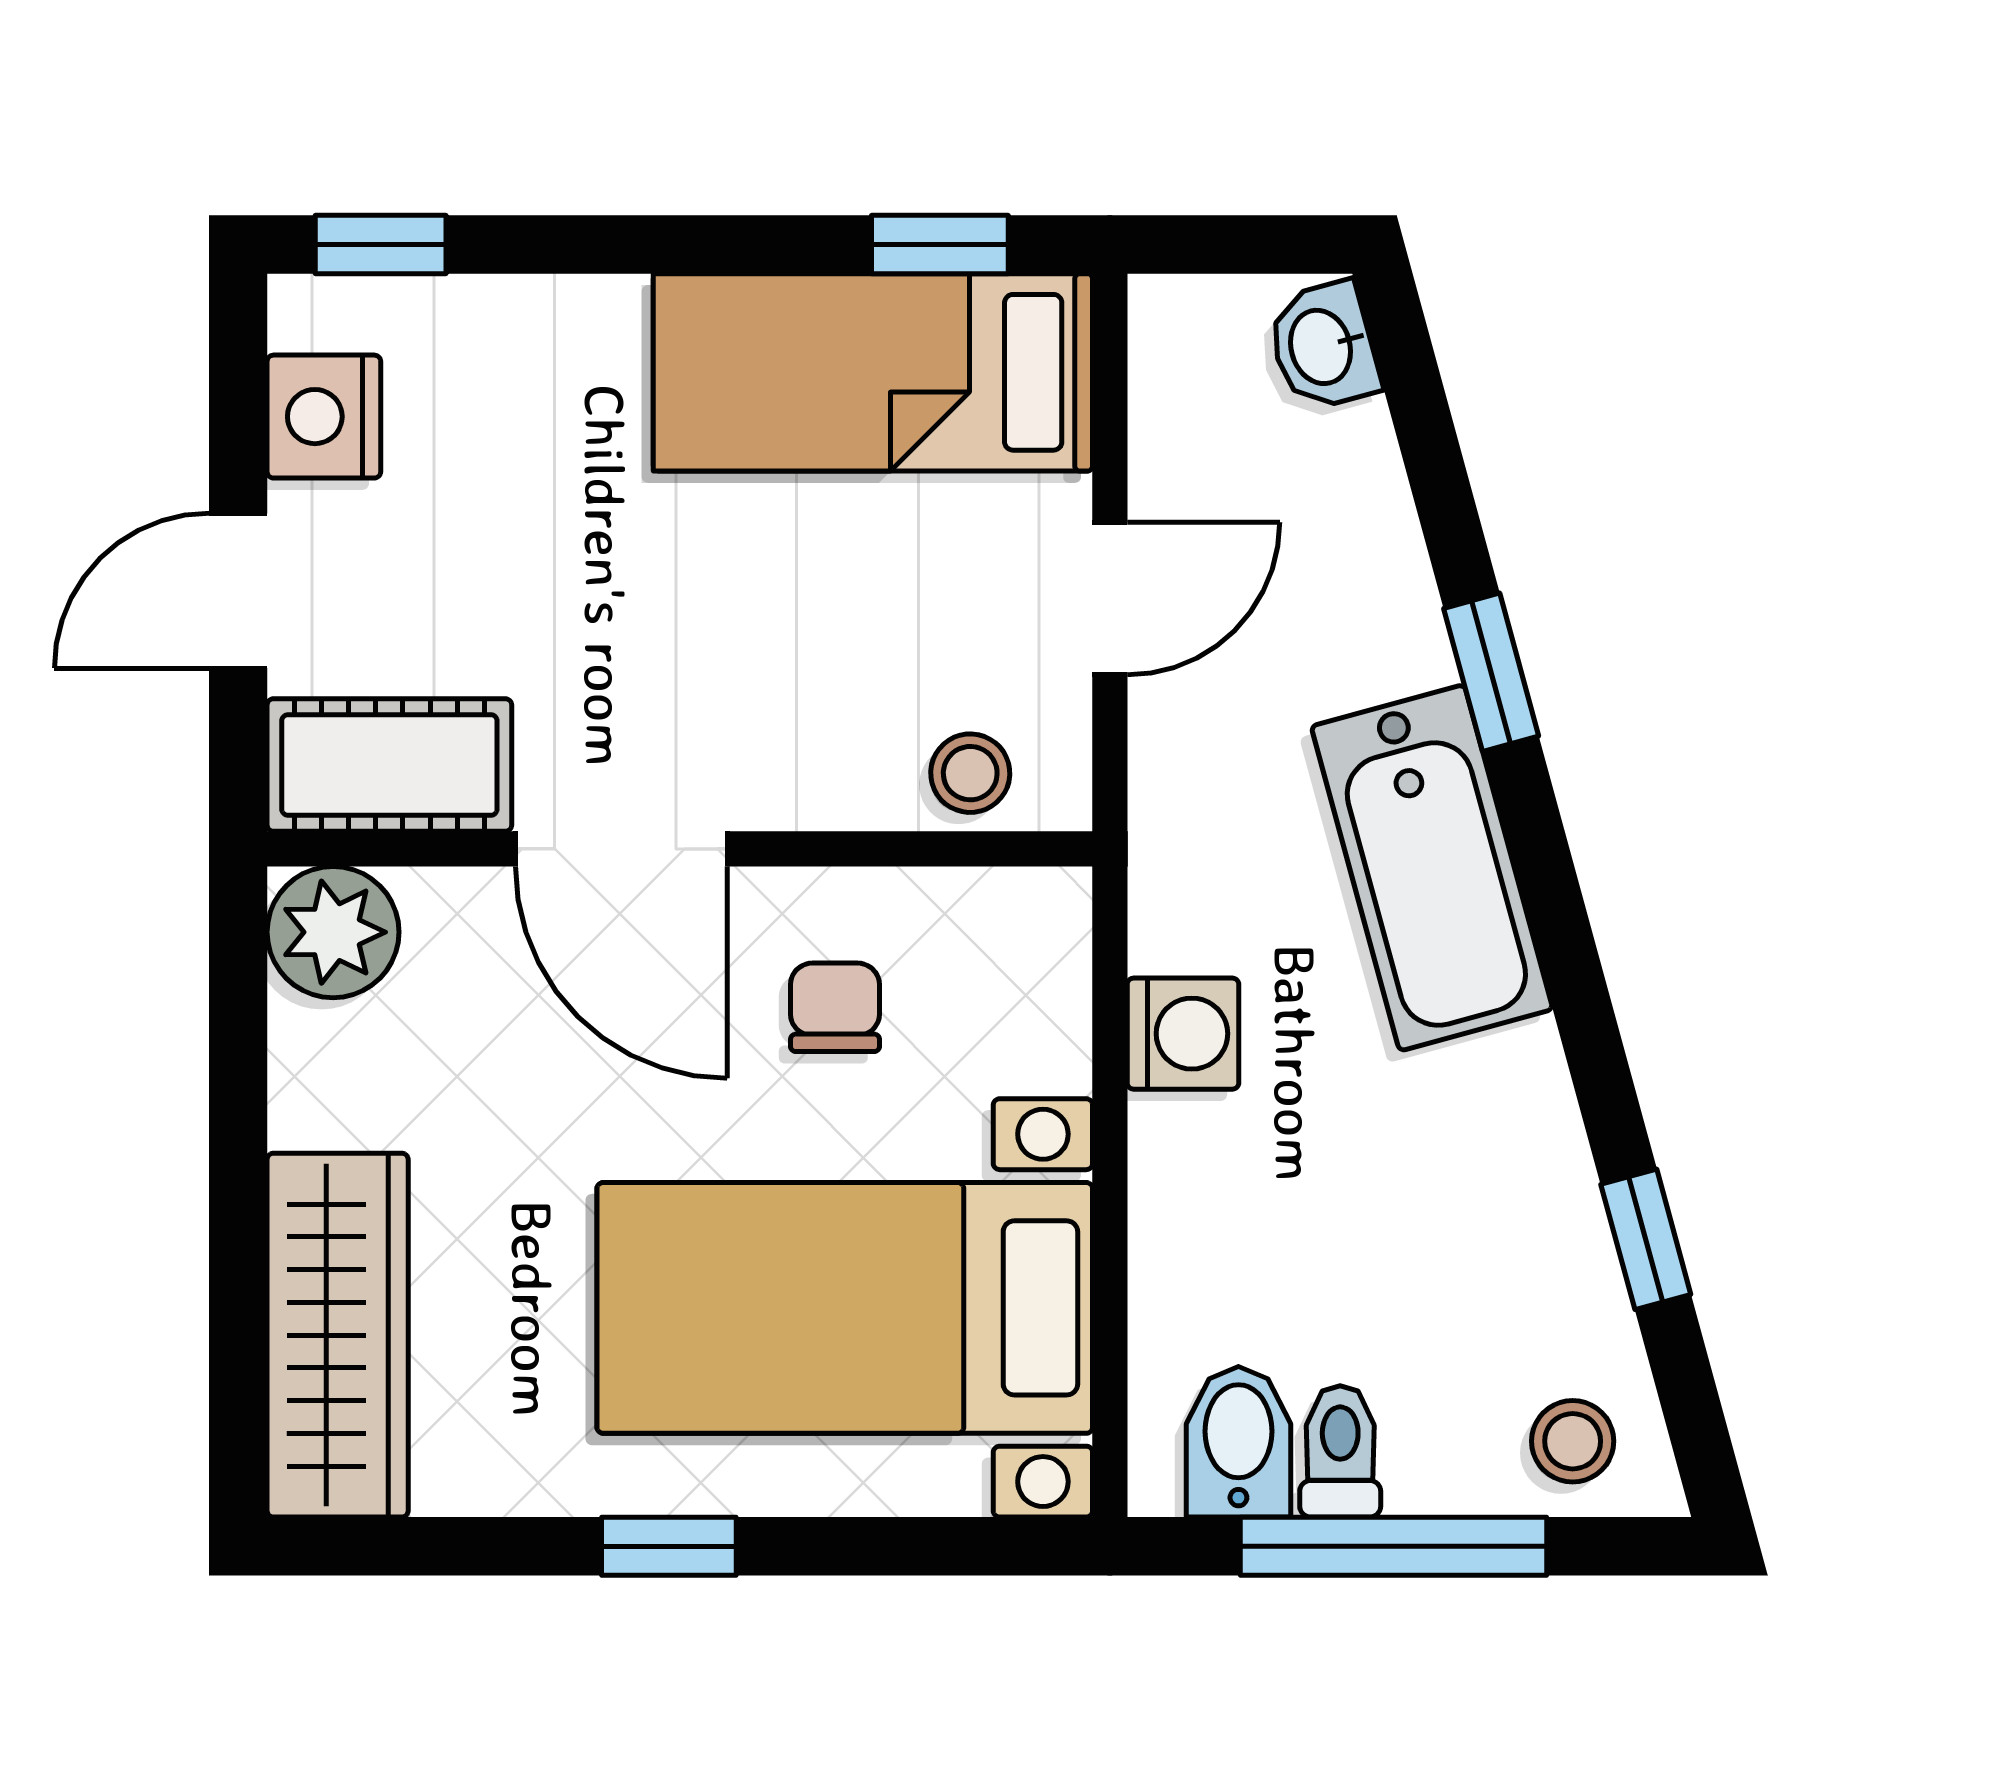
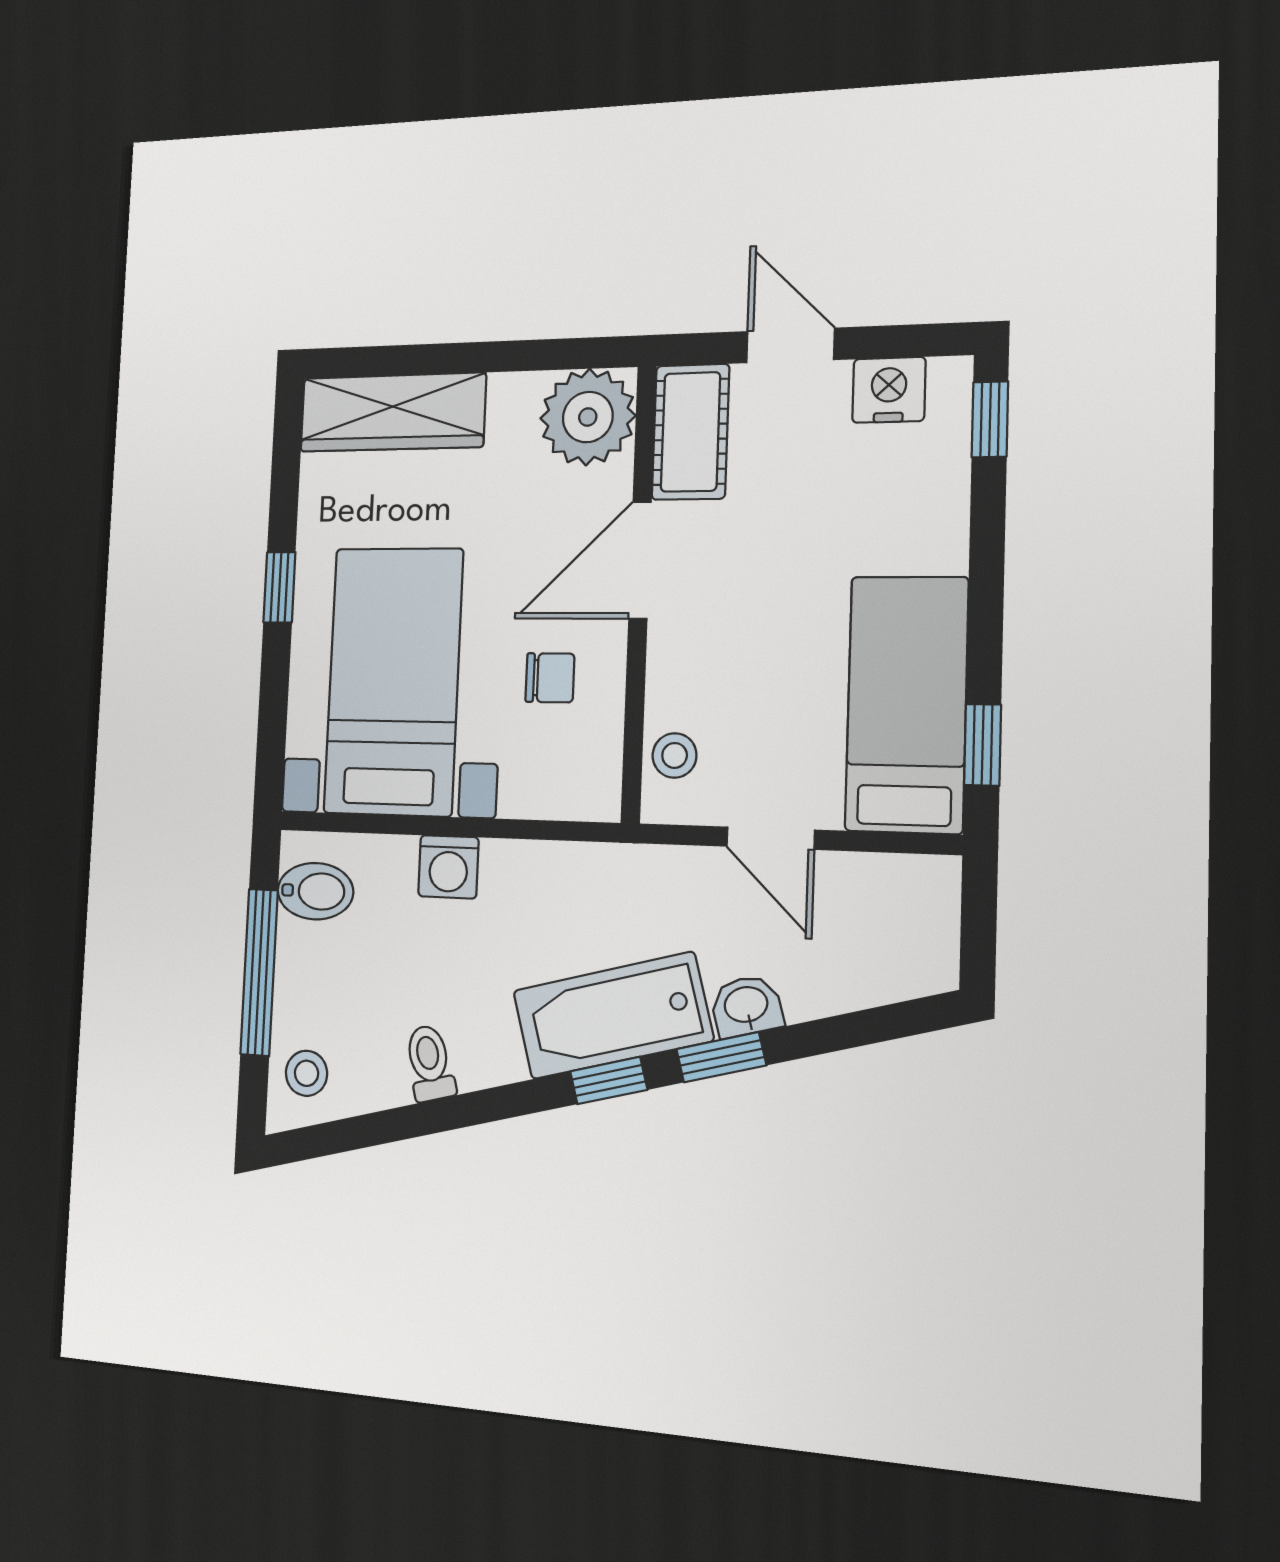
washbasin: (1323, 346) -> (746, 1006), moved
plant: (333, 932) -> (588, 417), width x1.36, depth x1.36
washing machine: (1183, 1034) -> (448, 867), moved
window: (1646, 1239) -> (609, 1081), moved
toilet: (1340, 1451) -> (430, 1063), moved, turned -105

